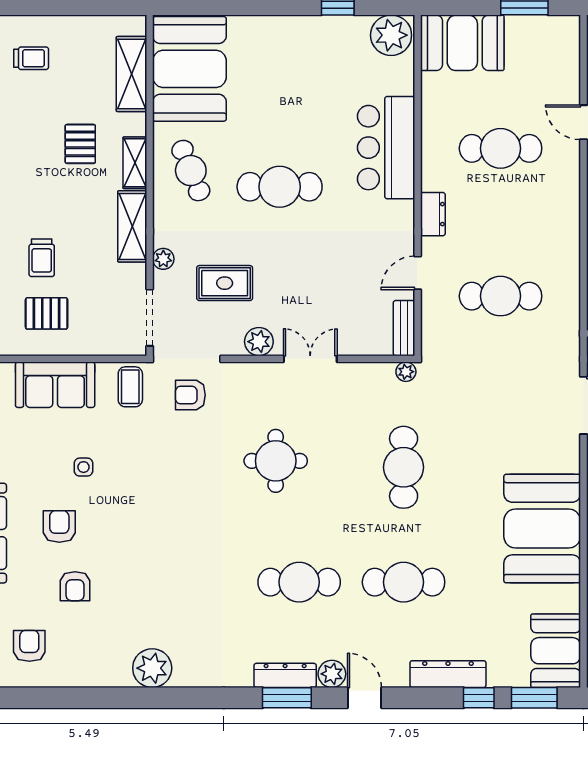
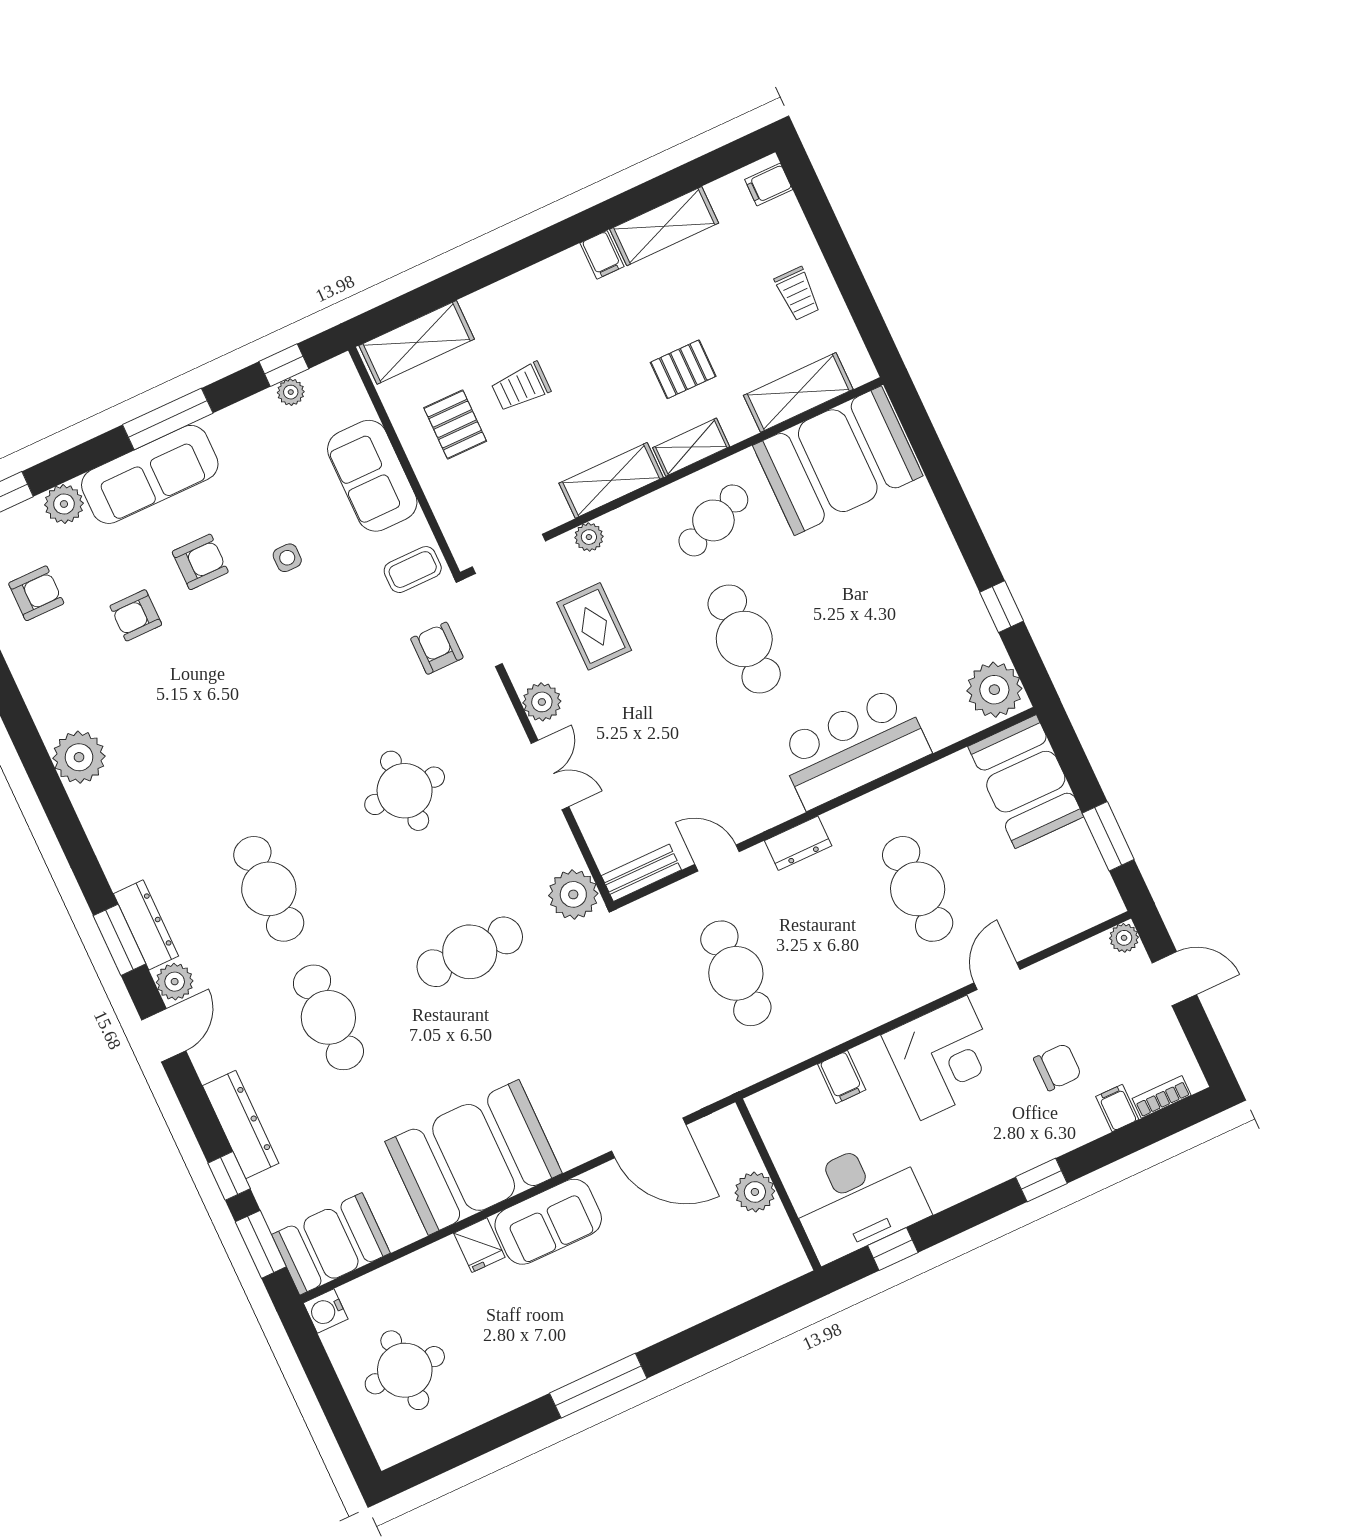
trolley: (31, 58) -> (798, 294), moved
plant: (406, 372) -> (573, 894), width x1.87, depth x1.87

